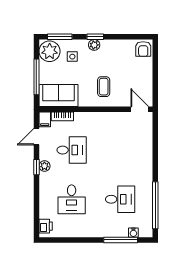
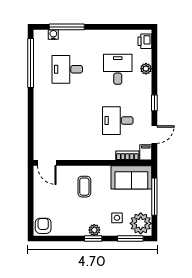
plant: (44, 166) -> (146, 69), moved

